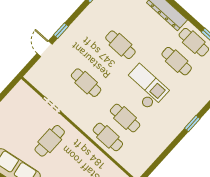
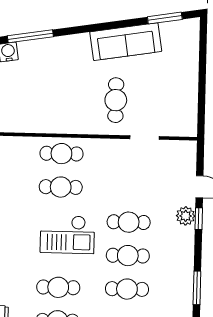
cafe table: (138, 26) -> (127, 289), added
plant: (67, 39) -> (186, 216), added
cafe table: (86, 83) -> (129, 222), moved

